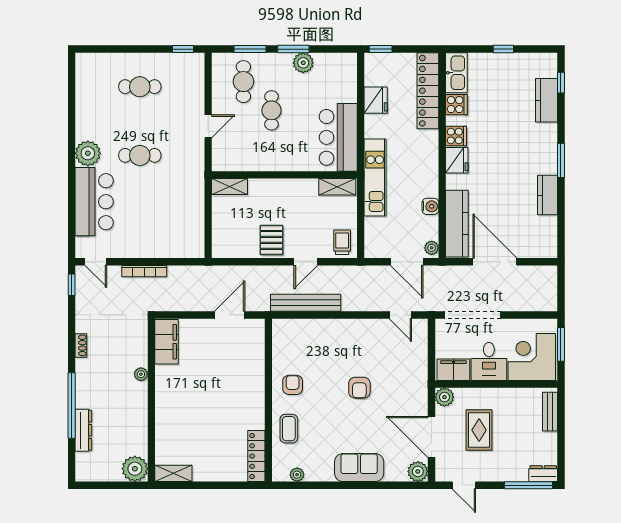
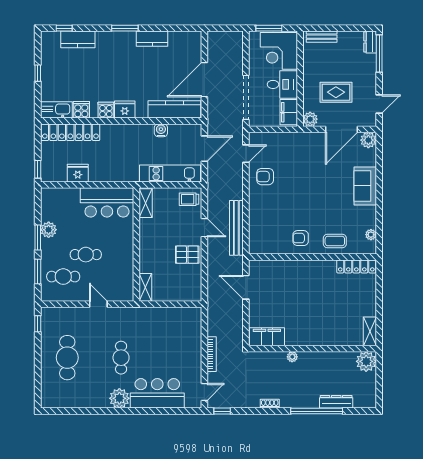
cafe table: (140, 87) -> (67, 358), width x1.37, depth x1.35
kitchen unit: (375, 177) -> (170, 174), moved
plant: (432, 248) -> (193, 129), removed
armchair: (359, 388) -> (265, 177), moved, turned 180

